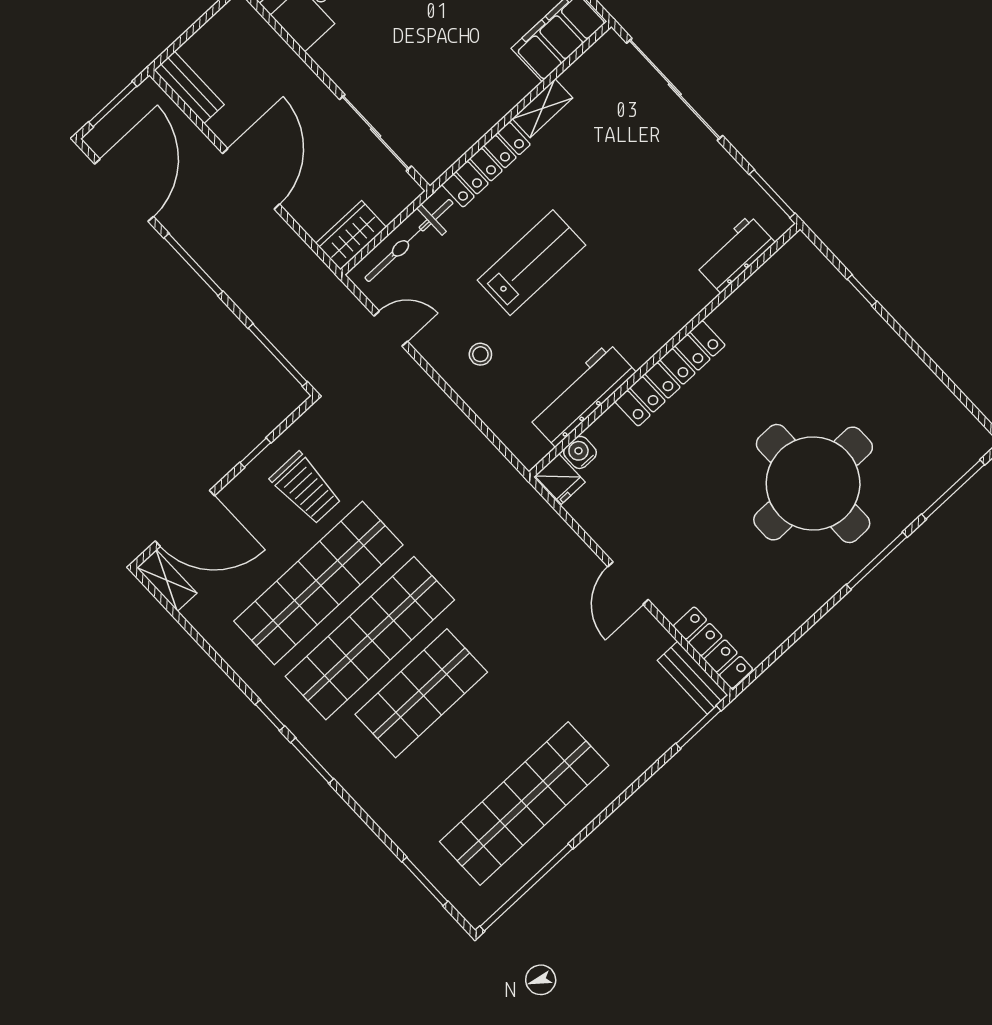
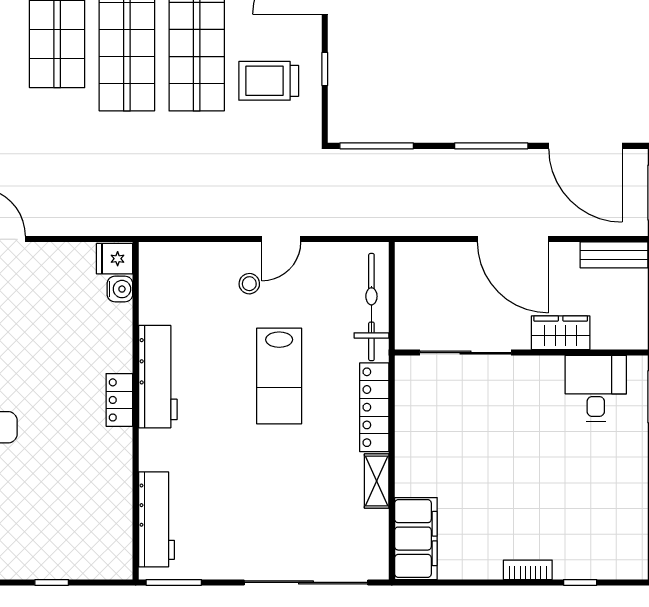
wardrobe: (351, 235) -> (561, 333), moved, turned -90
workbench: (735, 254) -> (156, 519), width x1.38
door: (391, 329) -> (281, 239), moved
locker: (670, 373) -> (119, 400), width x0.46, depth x0.83
workbench: (582, 395) -> (158, 377), moved

